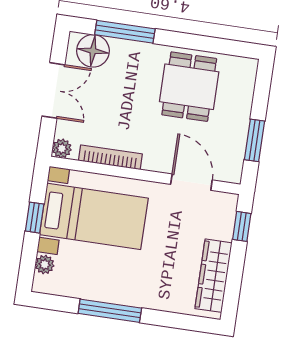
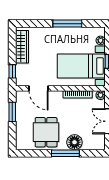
window: (125, 32) -> (65, 153), moved
floor lamp: (93, 51) -> (74, 142), moved

